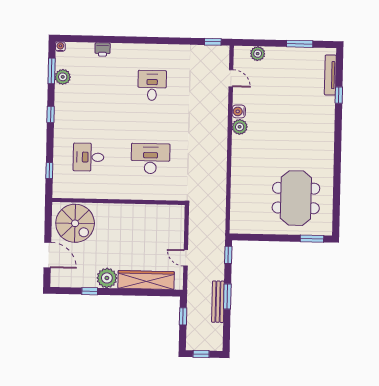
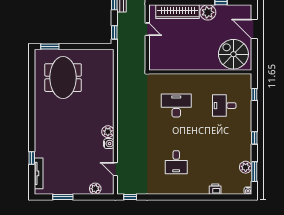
desk: (89, 157) -> (224, 106), turned 180
desk: (150, 159) -> (176, 106), turned 180

